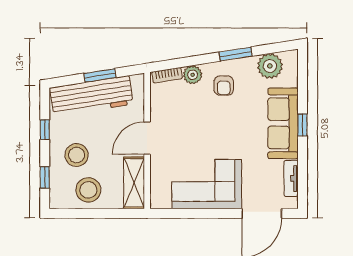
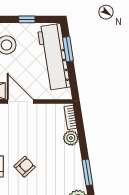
window: (100, 75) -> (68, 49), moved
armchair: (224, 86) -> (25, 167), moved, turned 137

